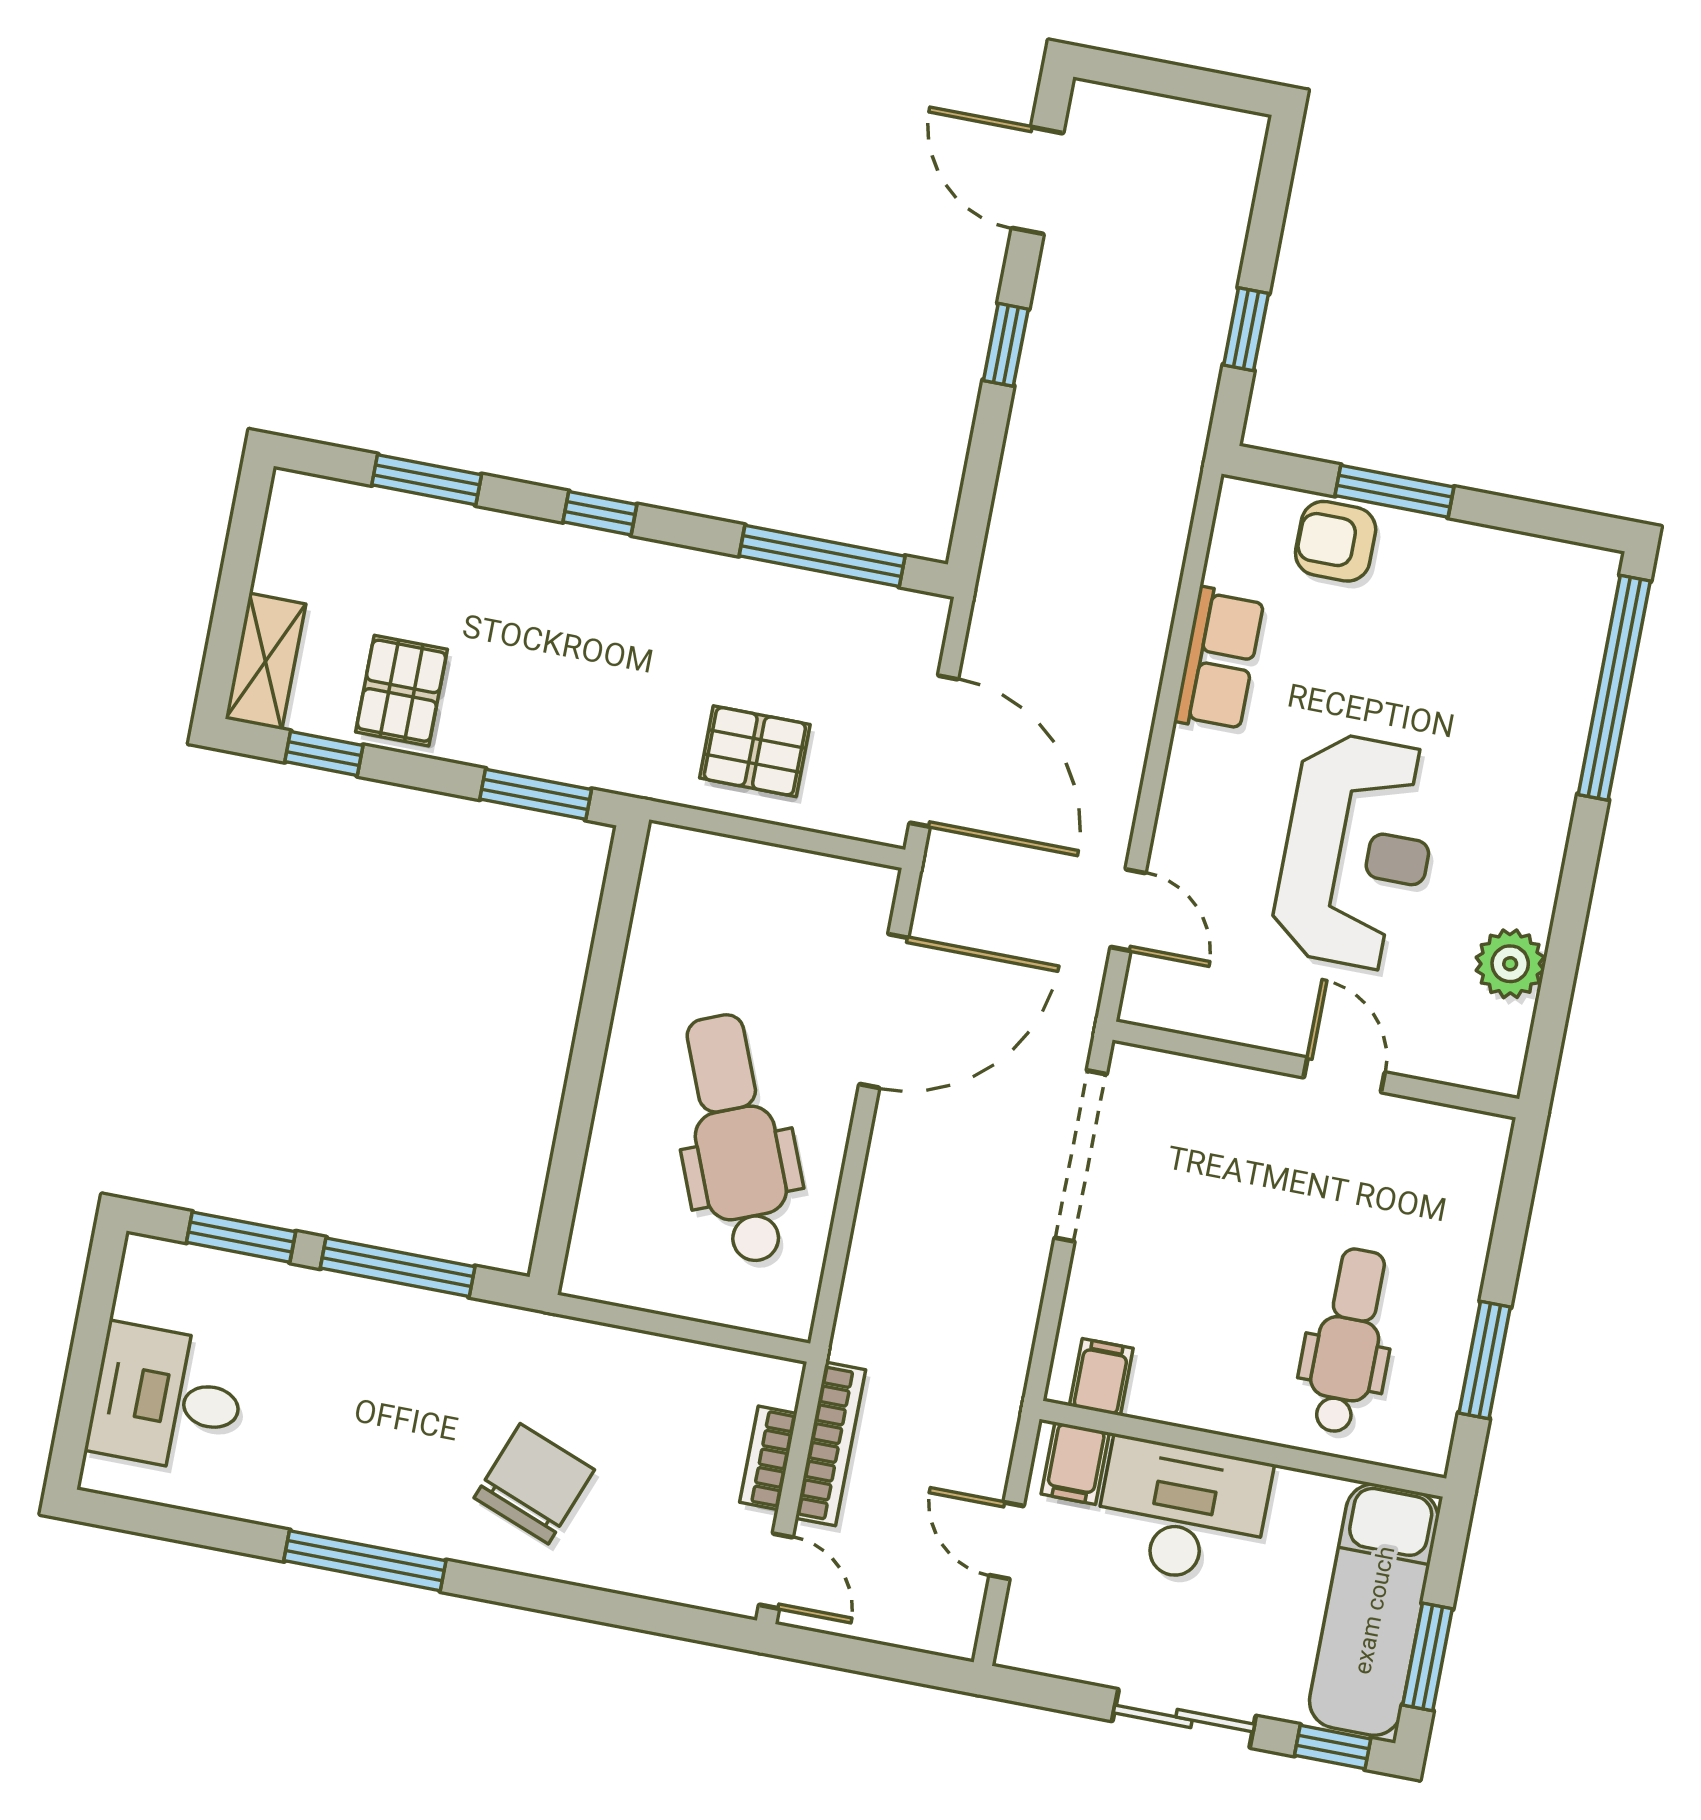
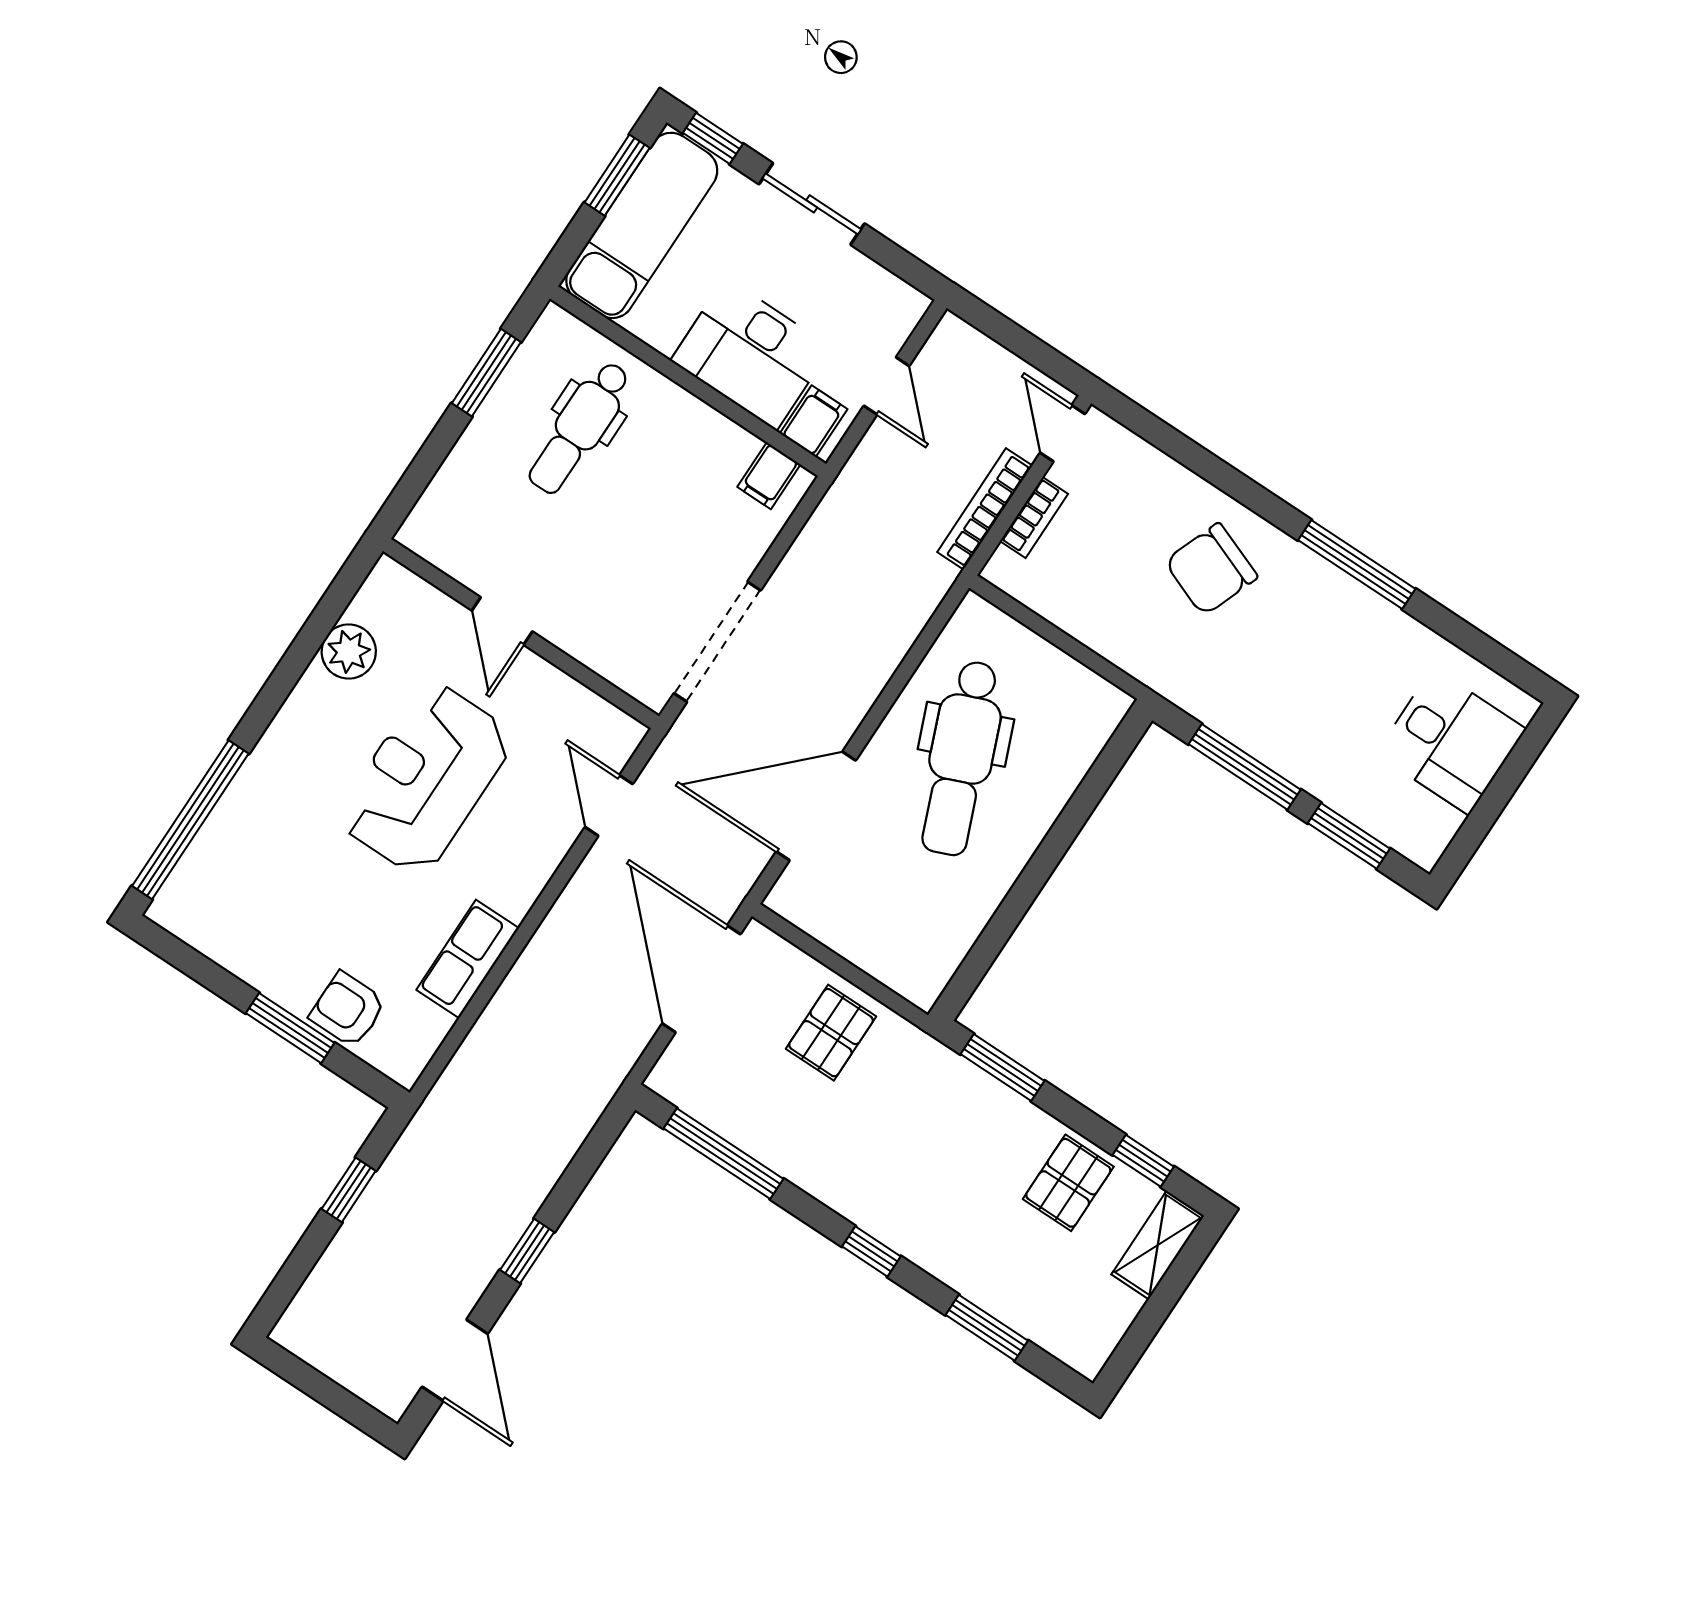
armchair: (1336, 541) -> (348, 1010), turned 180
pallet: (755, 751) -> (831, 1033), turned 90

